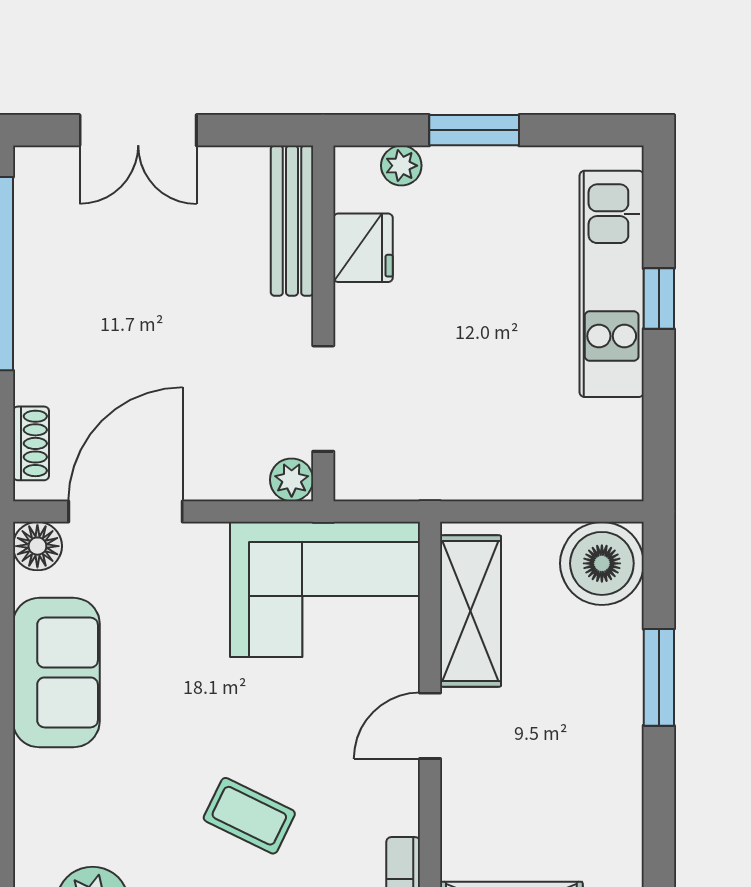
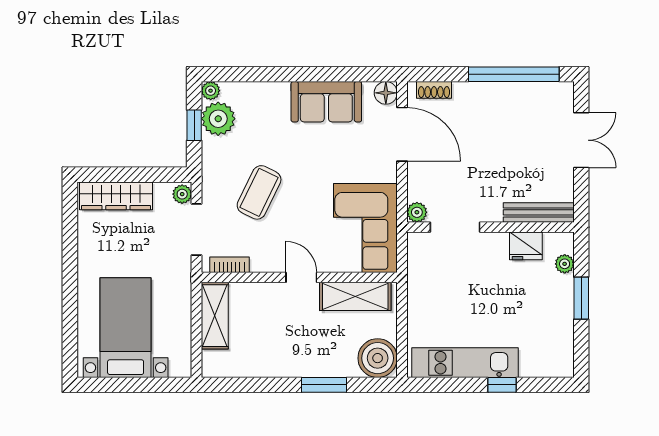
double door: (138, 130) -> (581, 140), swing flipped
kitchen unit: (612, 284) -> (465, 363), moved
coffee table: (249, 816) -> (259, 192), width x1.36, depth x1.30

